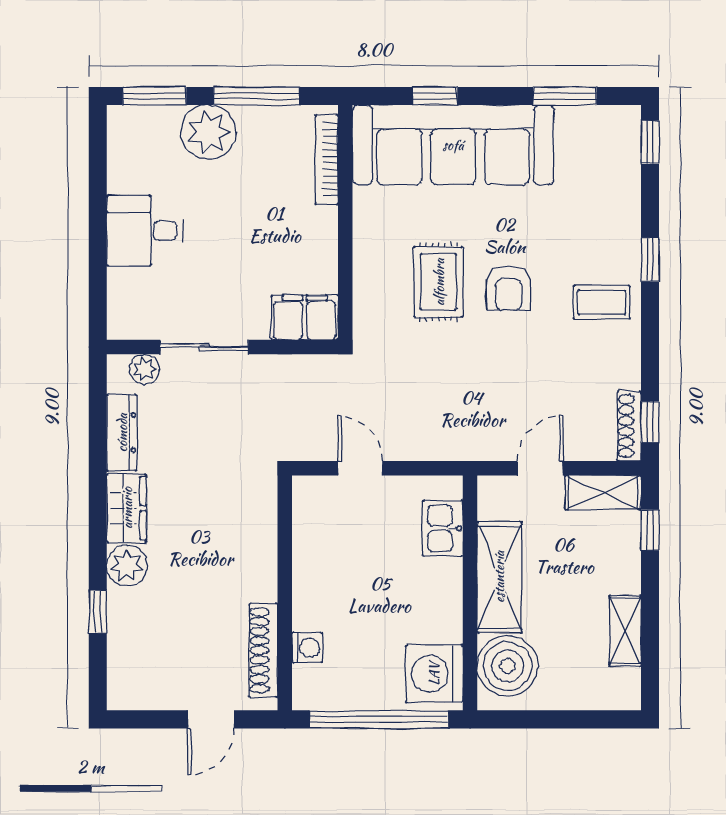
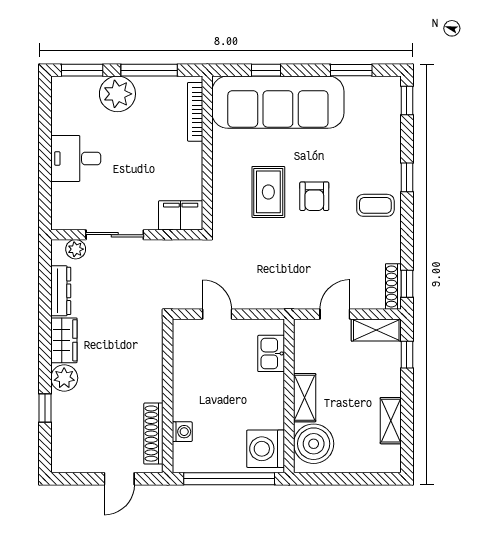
shelving: (499, 577) -> (305, 398), width x0.67, depth x0.75

